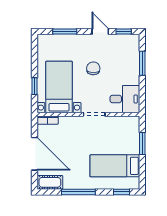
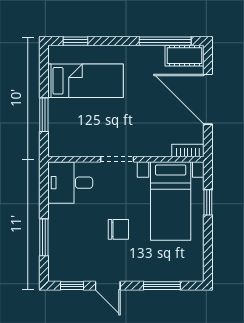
chair: (93, 68) -> (118, 229), turned -92
window: (78, 192) -> (165, 41), moved

